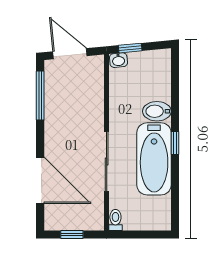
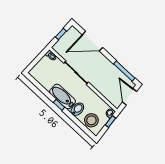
door: (70, 54) -> (130, 97), swing flipped
stool: (154, 77) -> (91, 120), added
bathtub: (154, 159) -> (62, 97), width x0.73, depth x0.73

